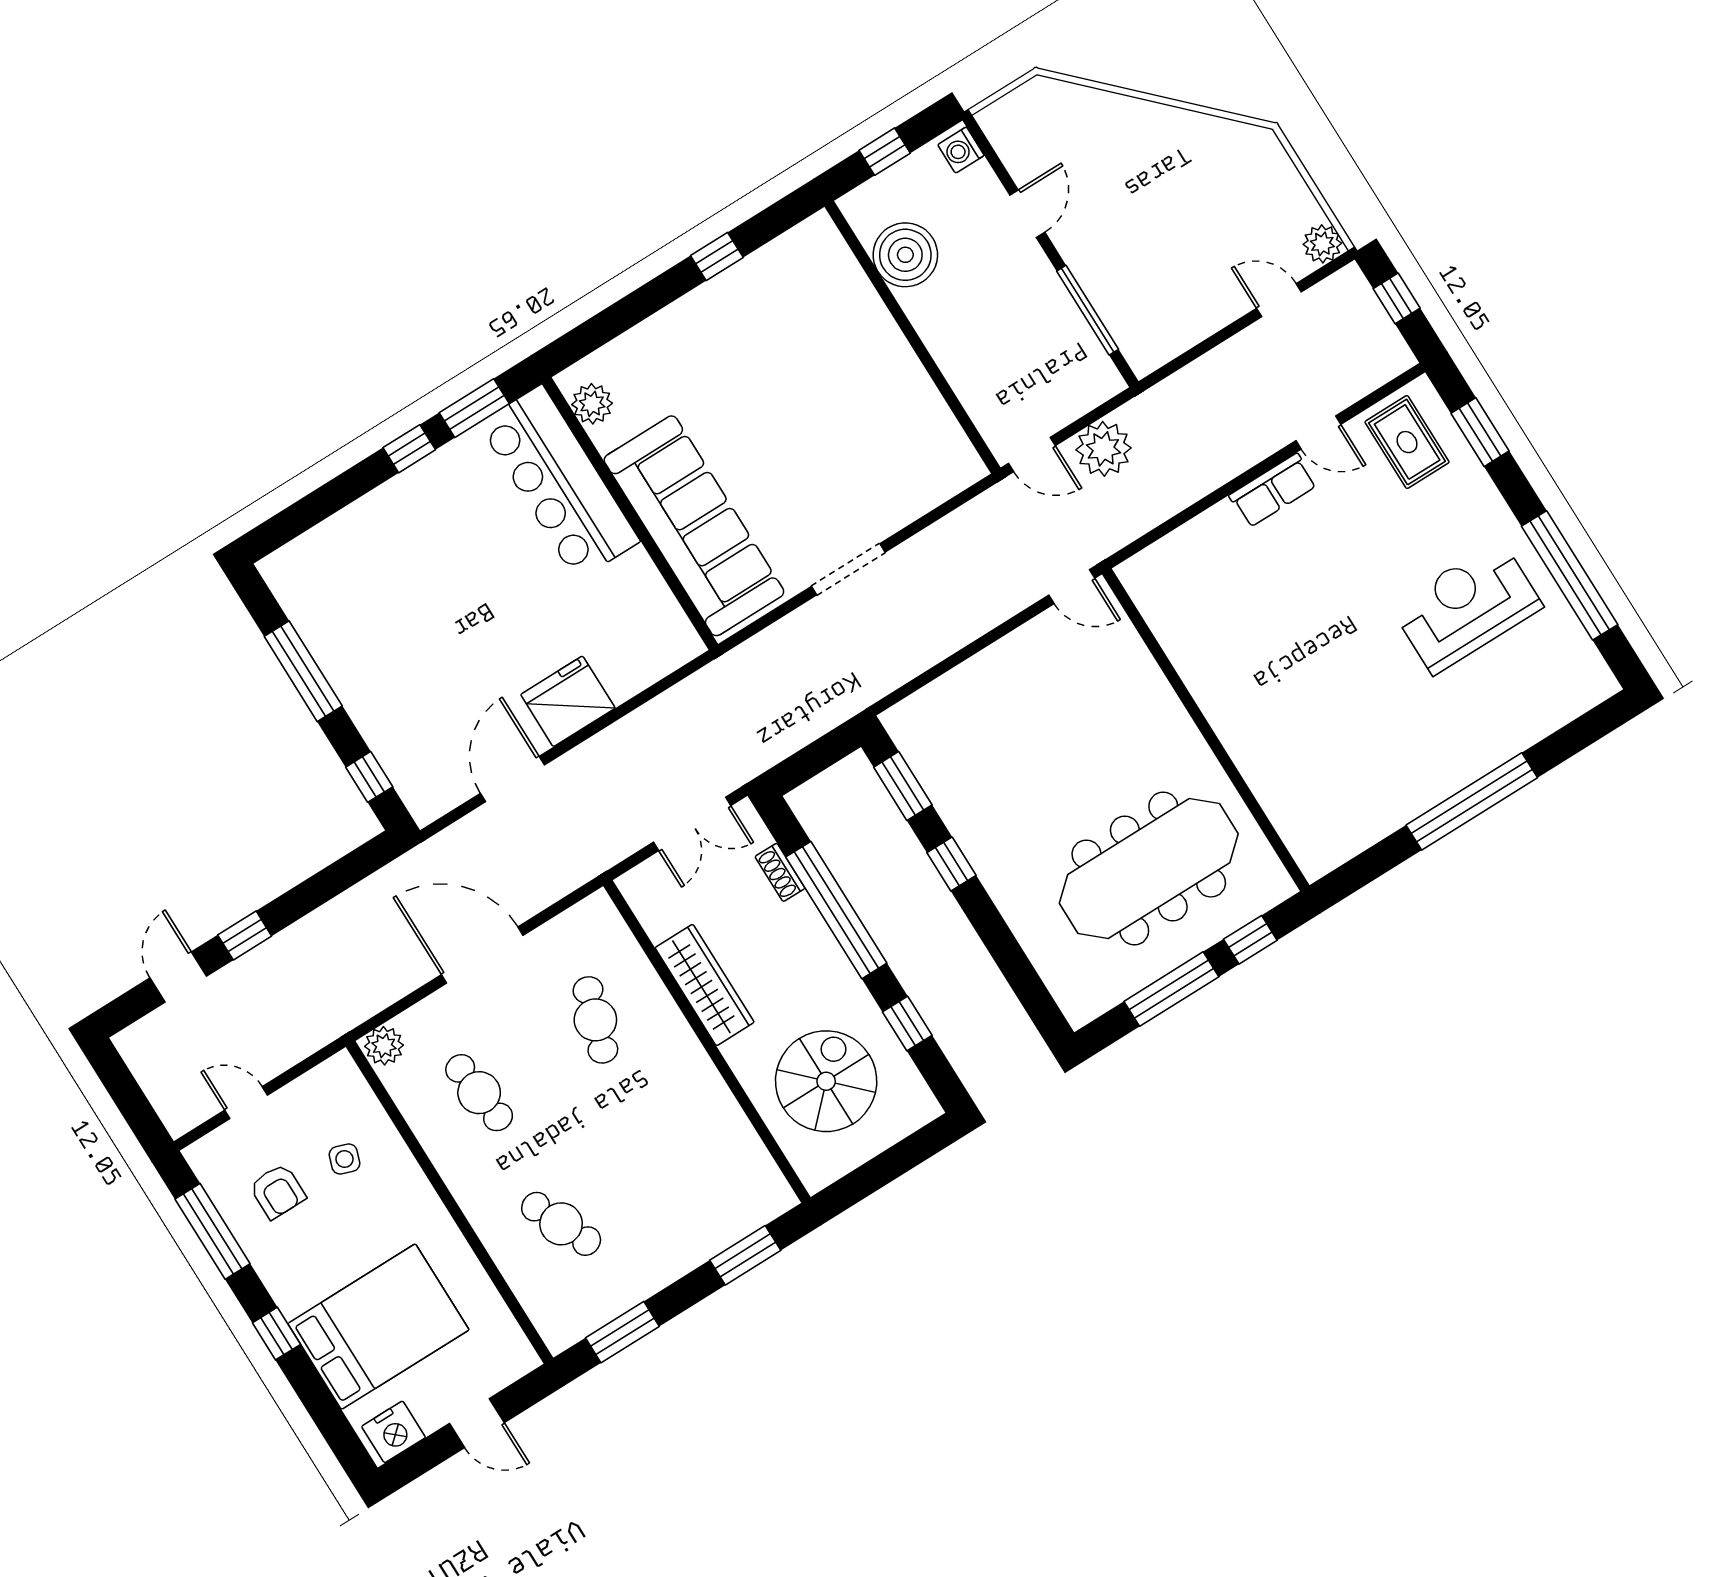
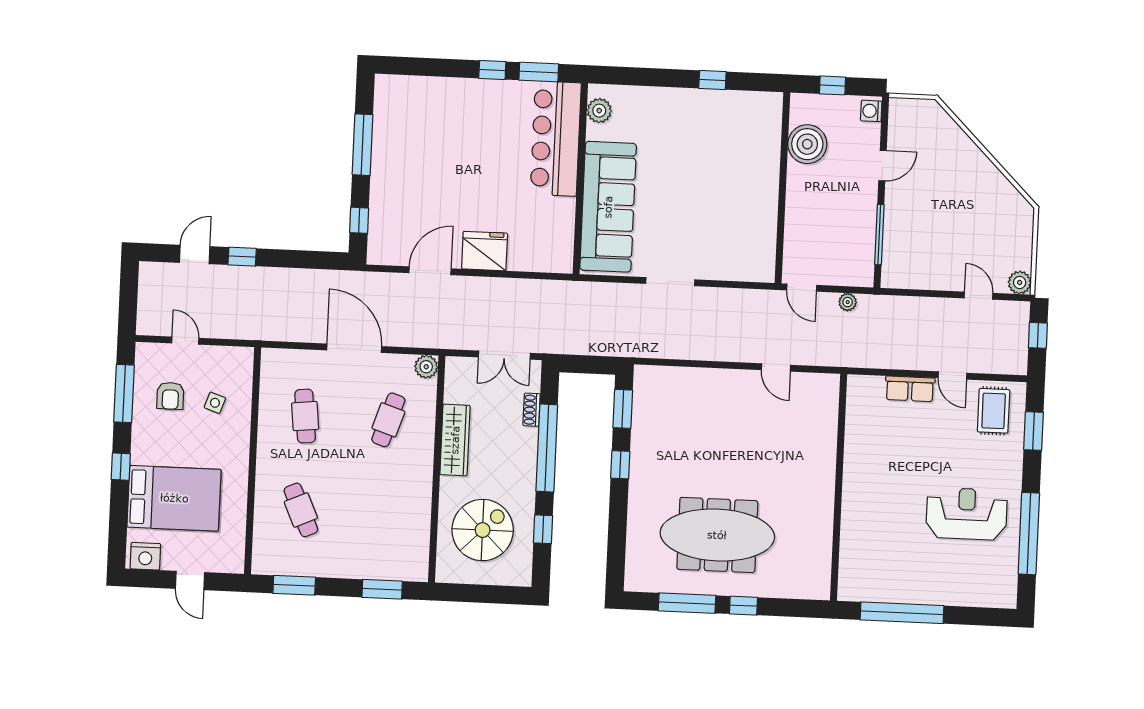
plant: (1103, 449) -> (848, 302), width x0.53, depth x0.53
wall: (1206, 730) -> (839, 487), moved
plant: (384, 1046) -> (426, 367), moved

